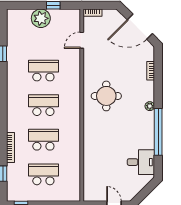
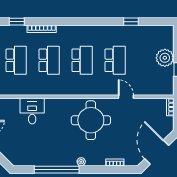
door: (82, 40) -> (126, 97), moved
round table: (106, 96) -> (91, 120), width x1.36, depth x1.36
desk: (141, 162) -> (32, 111), moved, turned 180

